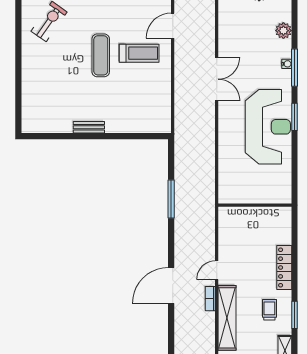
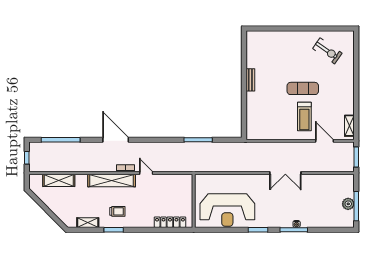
plant: (283, 31) -> (321, 222), removed
reception desk: (268, 127) -> (227, 210), moved
locker: (284, 268) -> (170, 222), moved
door: (171, 286) -> (116, 140), moved

